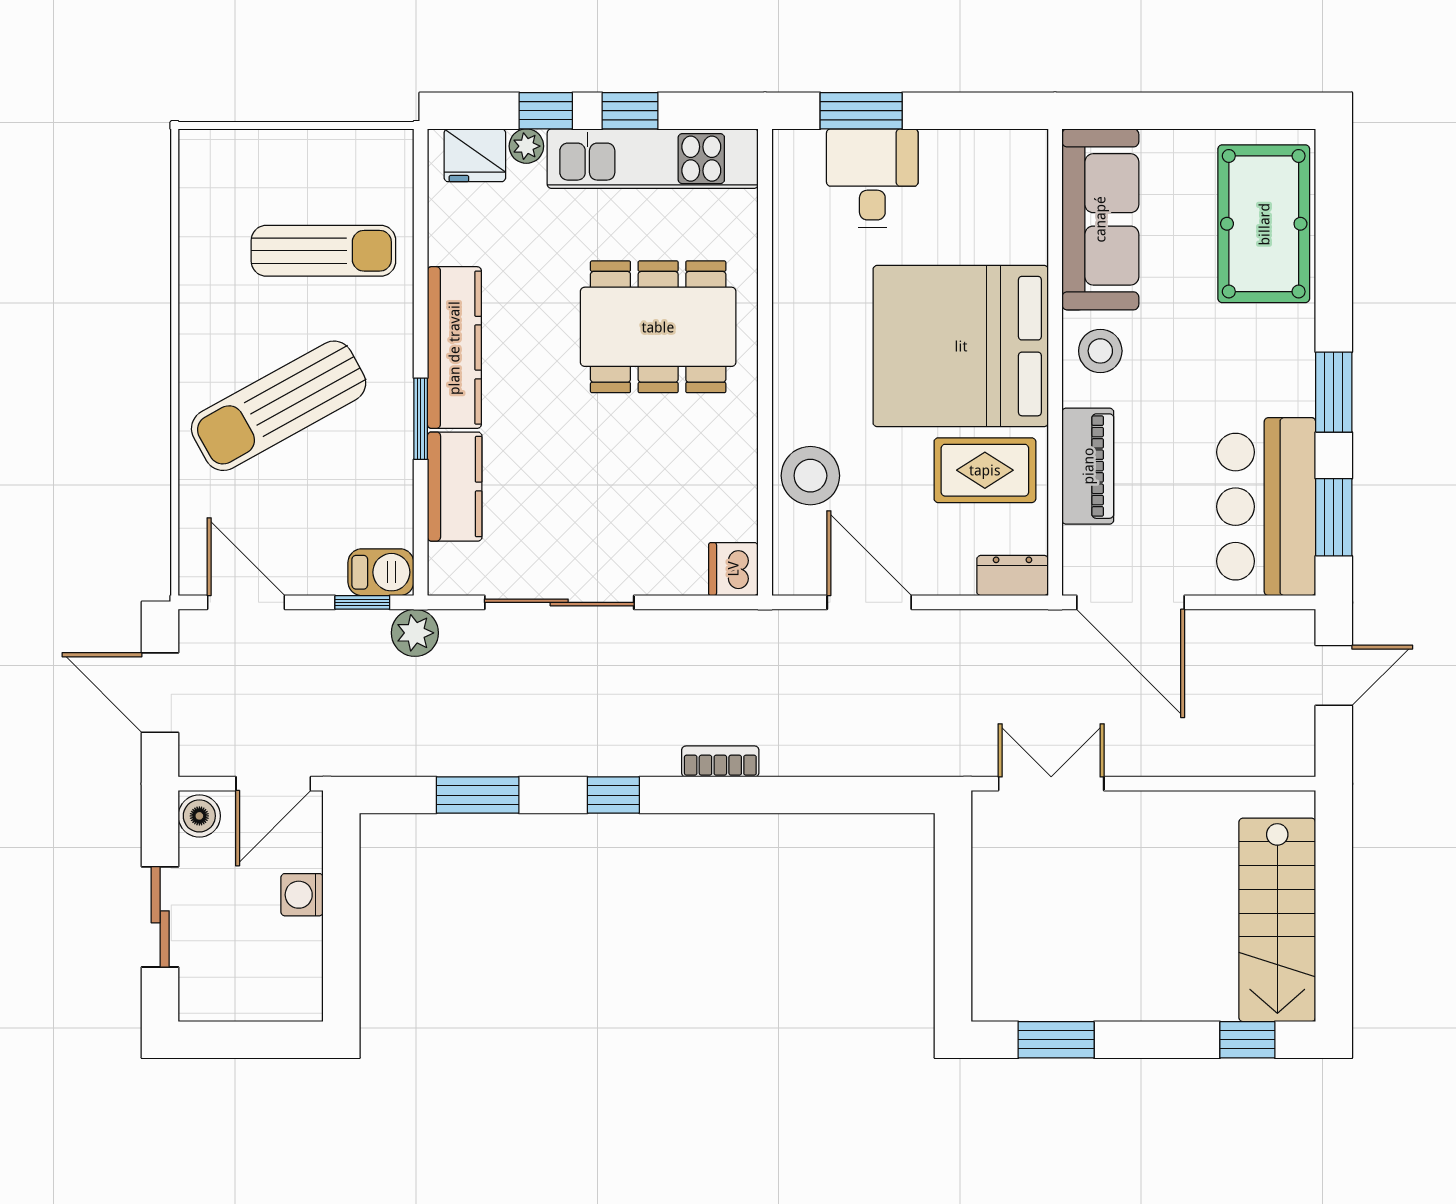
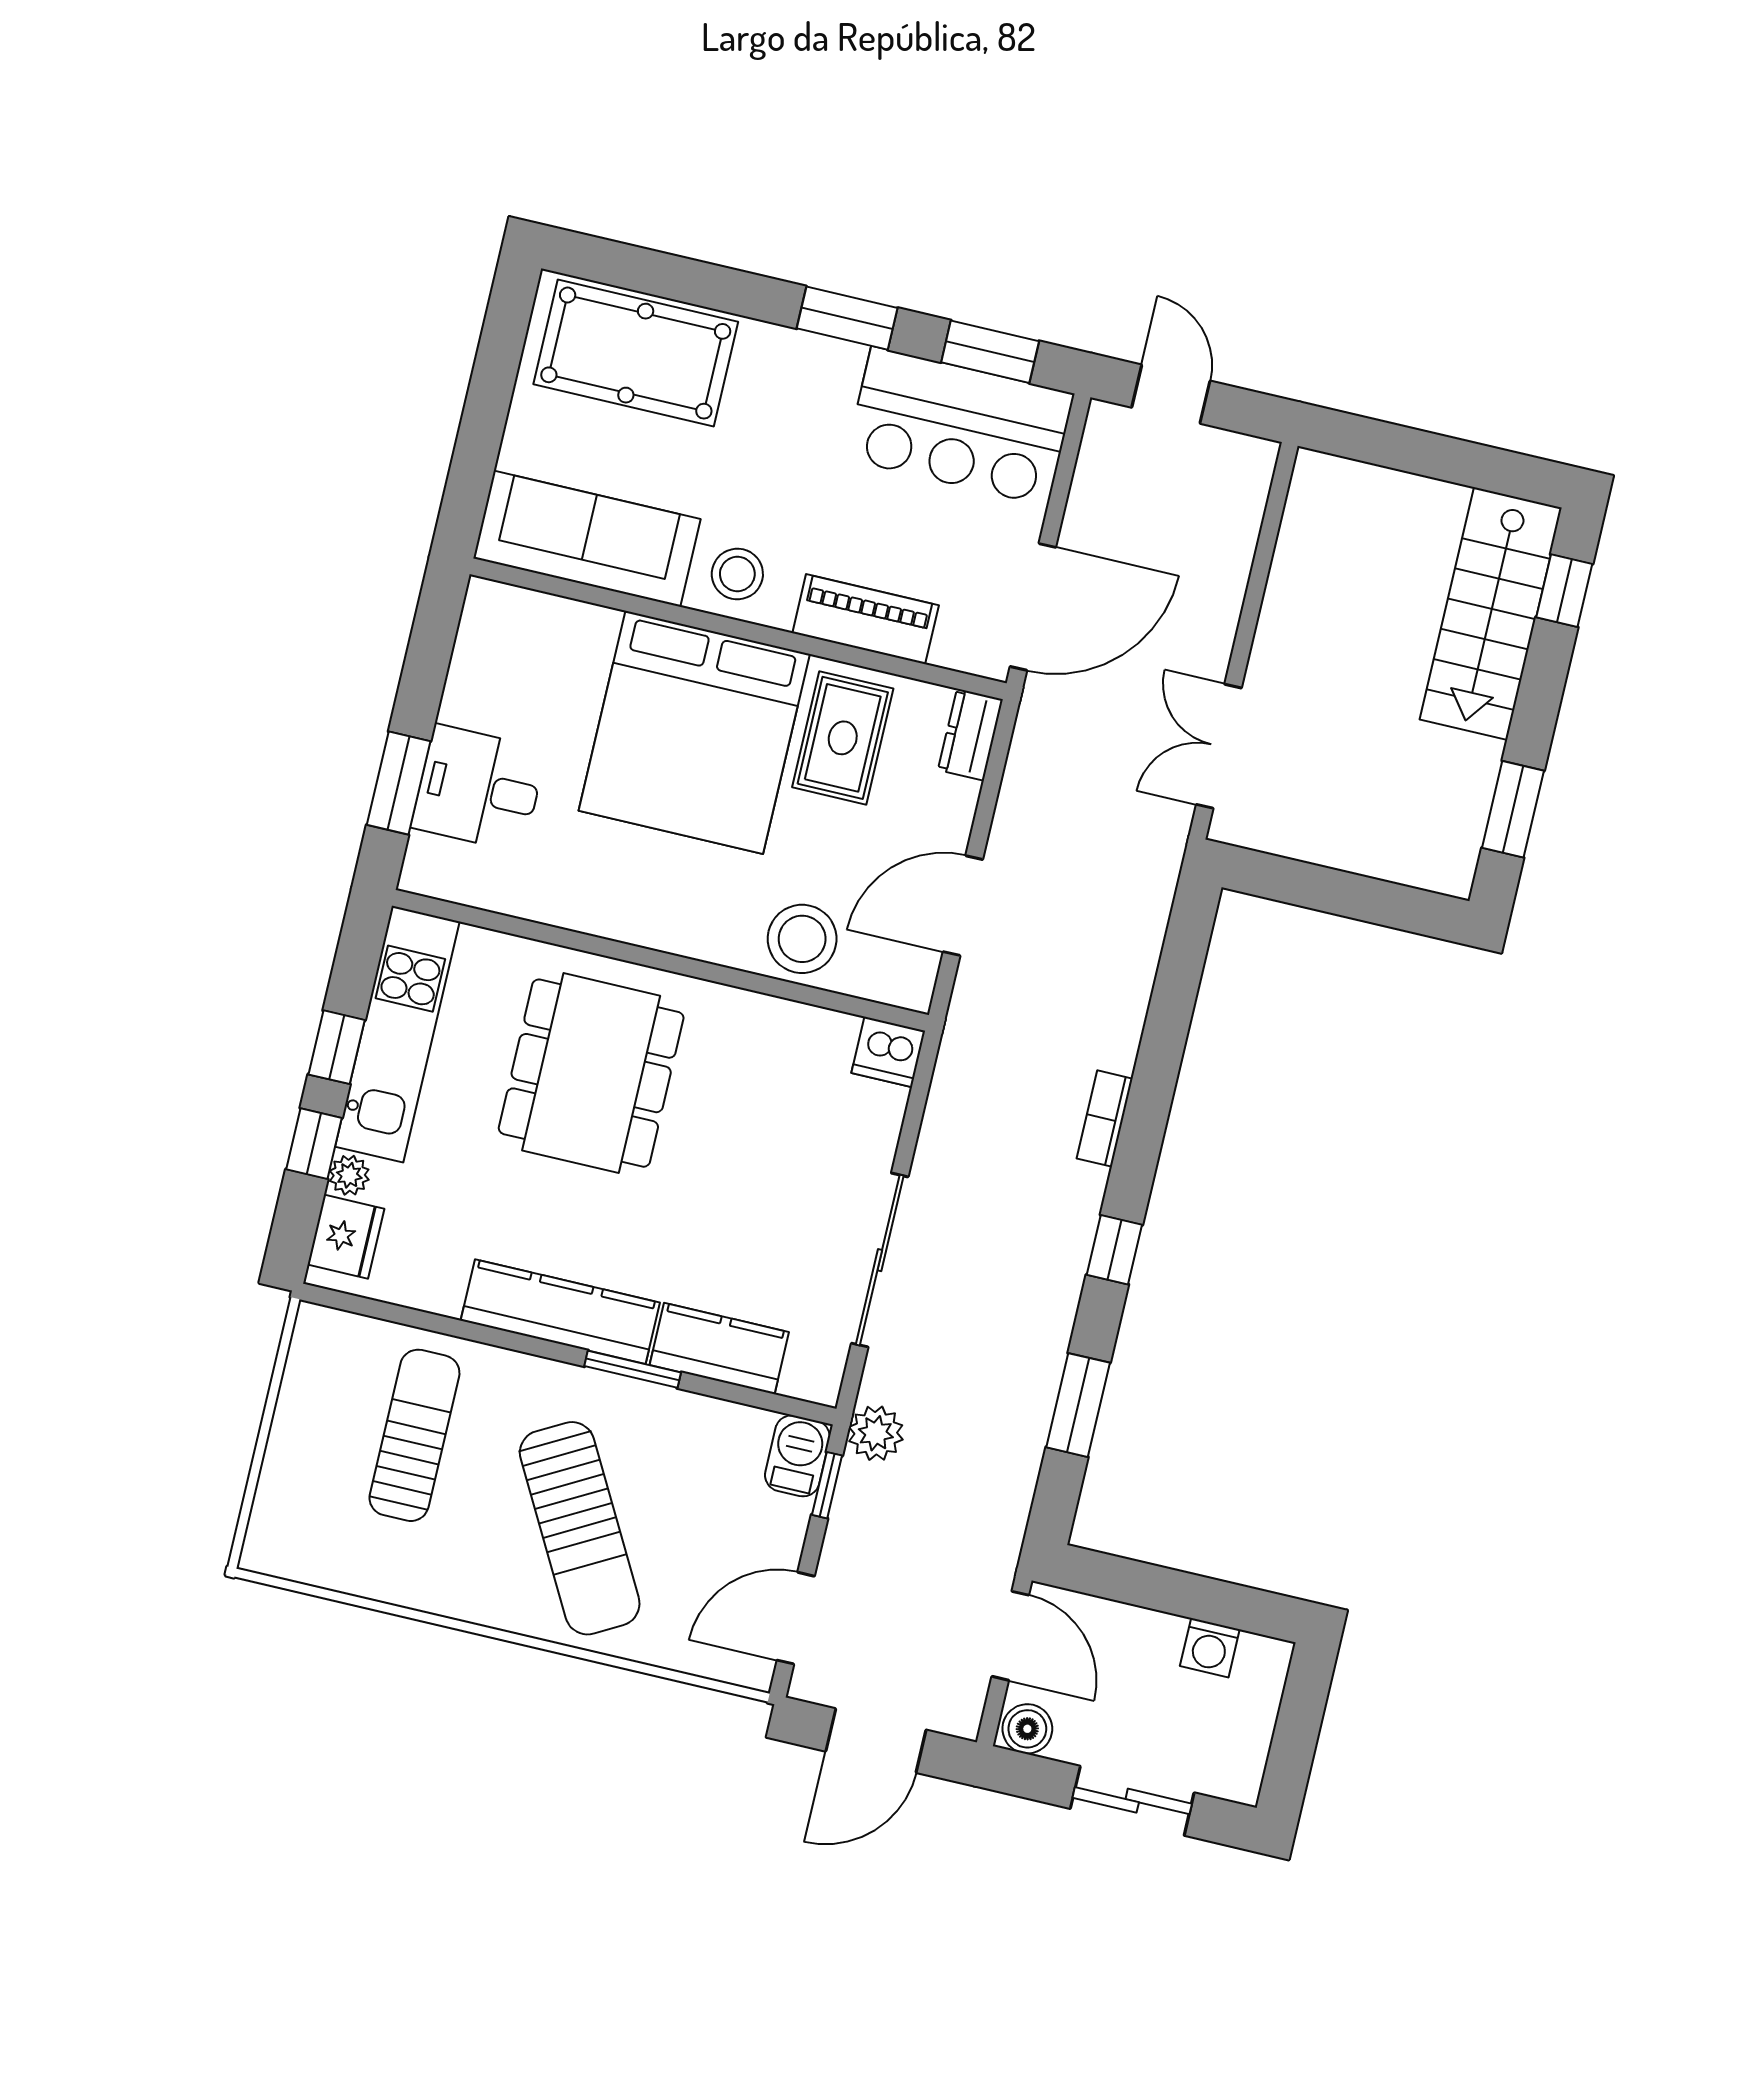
washing machine: (302, 895) -> (1210, 1648), moved
stairs: (1277, 920) -> (1491, 614), moved, turned 90

